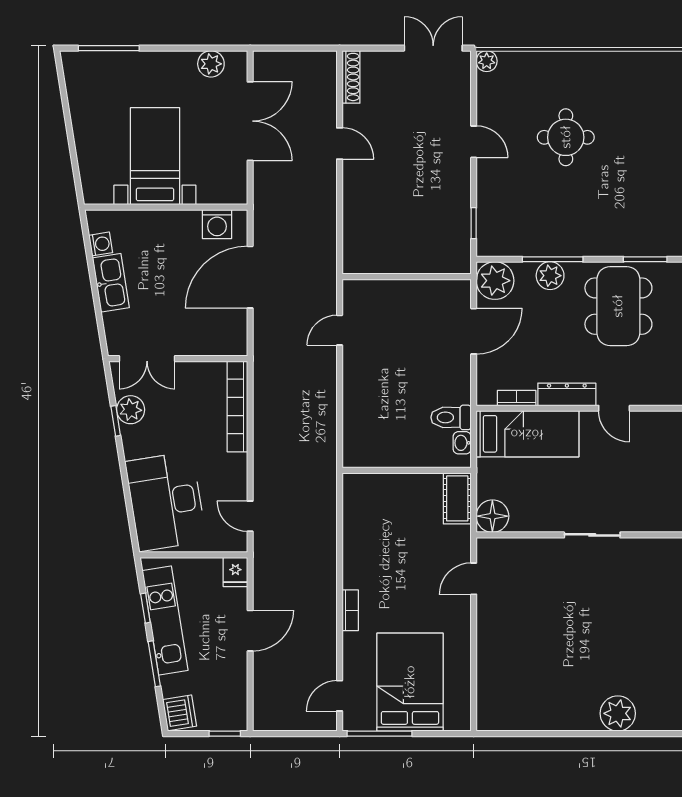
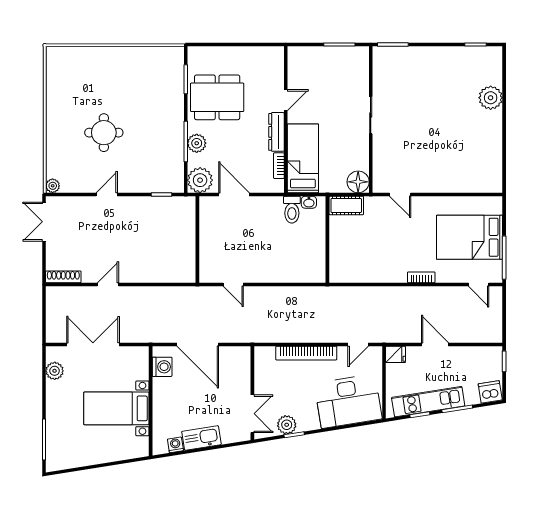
bookcase: (237, 406) -> (306, 353), moved

